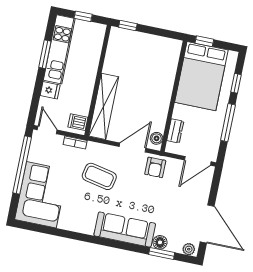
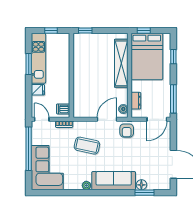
shelving: (104, 106) -> (121, 63), moved
window: (228, 123) -> (173, 99), moved
plant: (189, 249) -> (86, 185), moved

